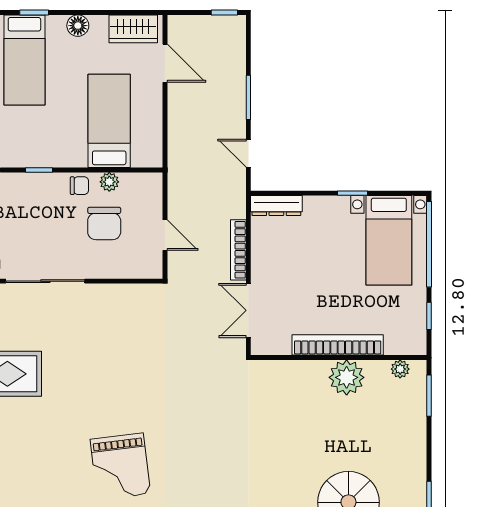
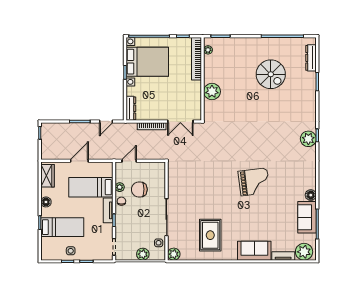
door: (165, 63) -> (79, 161), moved
tv unit: (60, 158) -> (108, 210), added
chair: (104, 223) -> (139, 189), turned 180
door: (165, 235) -> (129, 161), moved
bed with nightstands: (389, 240) -> (147, 62), width x1.36
bookcase: (338, 345) -> (197, 59), moved
plant: (347, 377) -> (212, 92), moved

